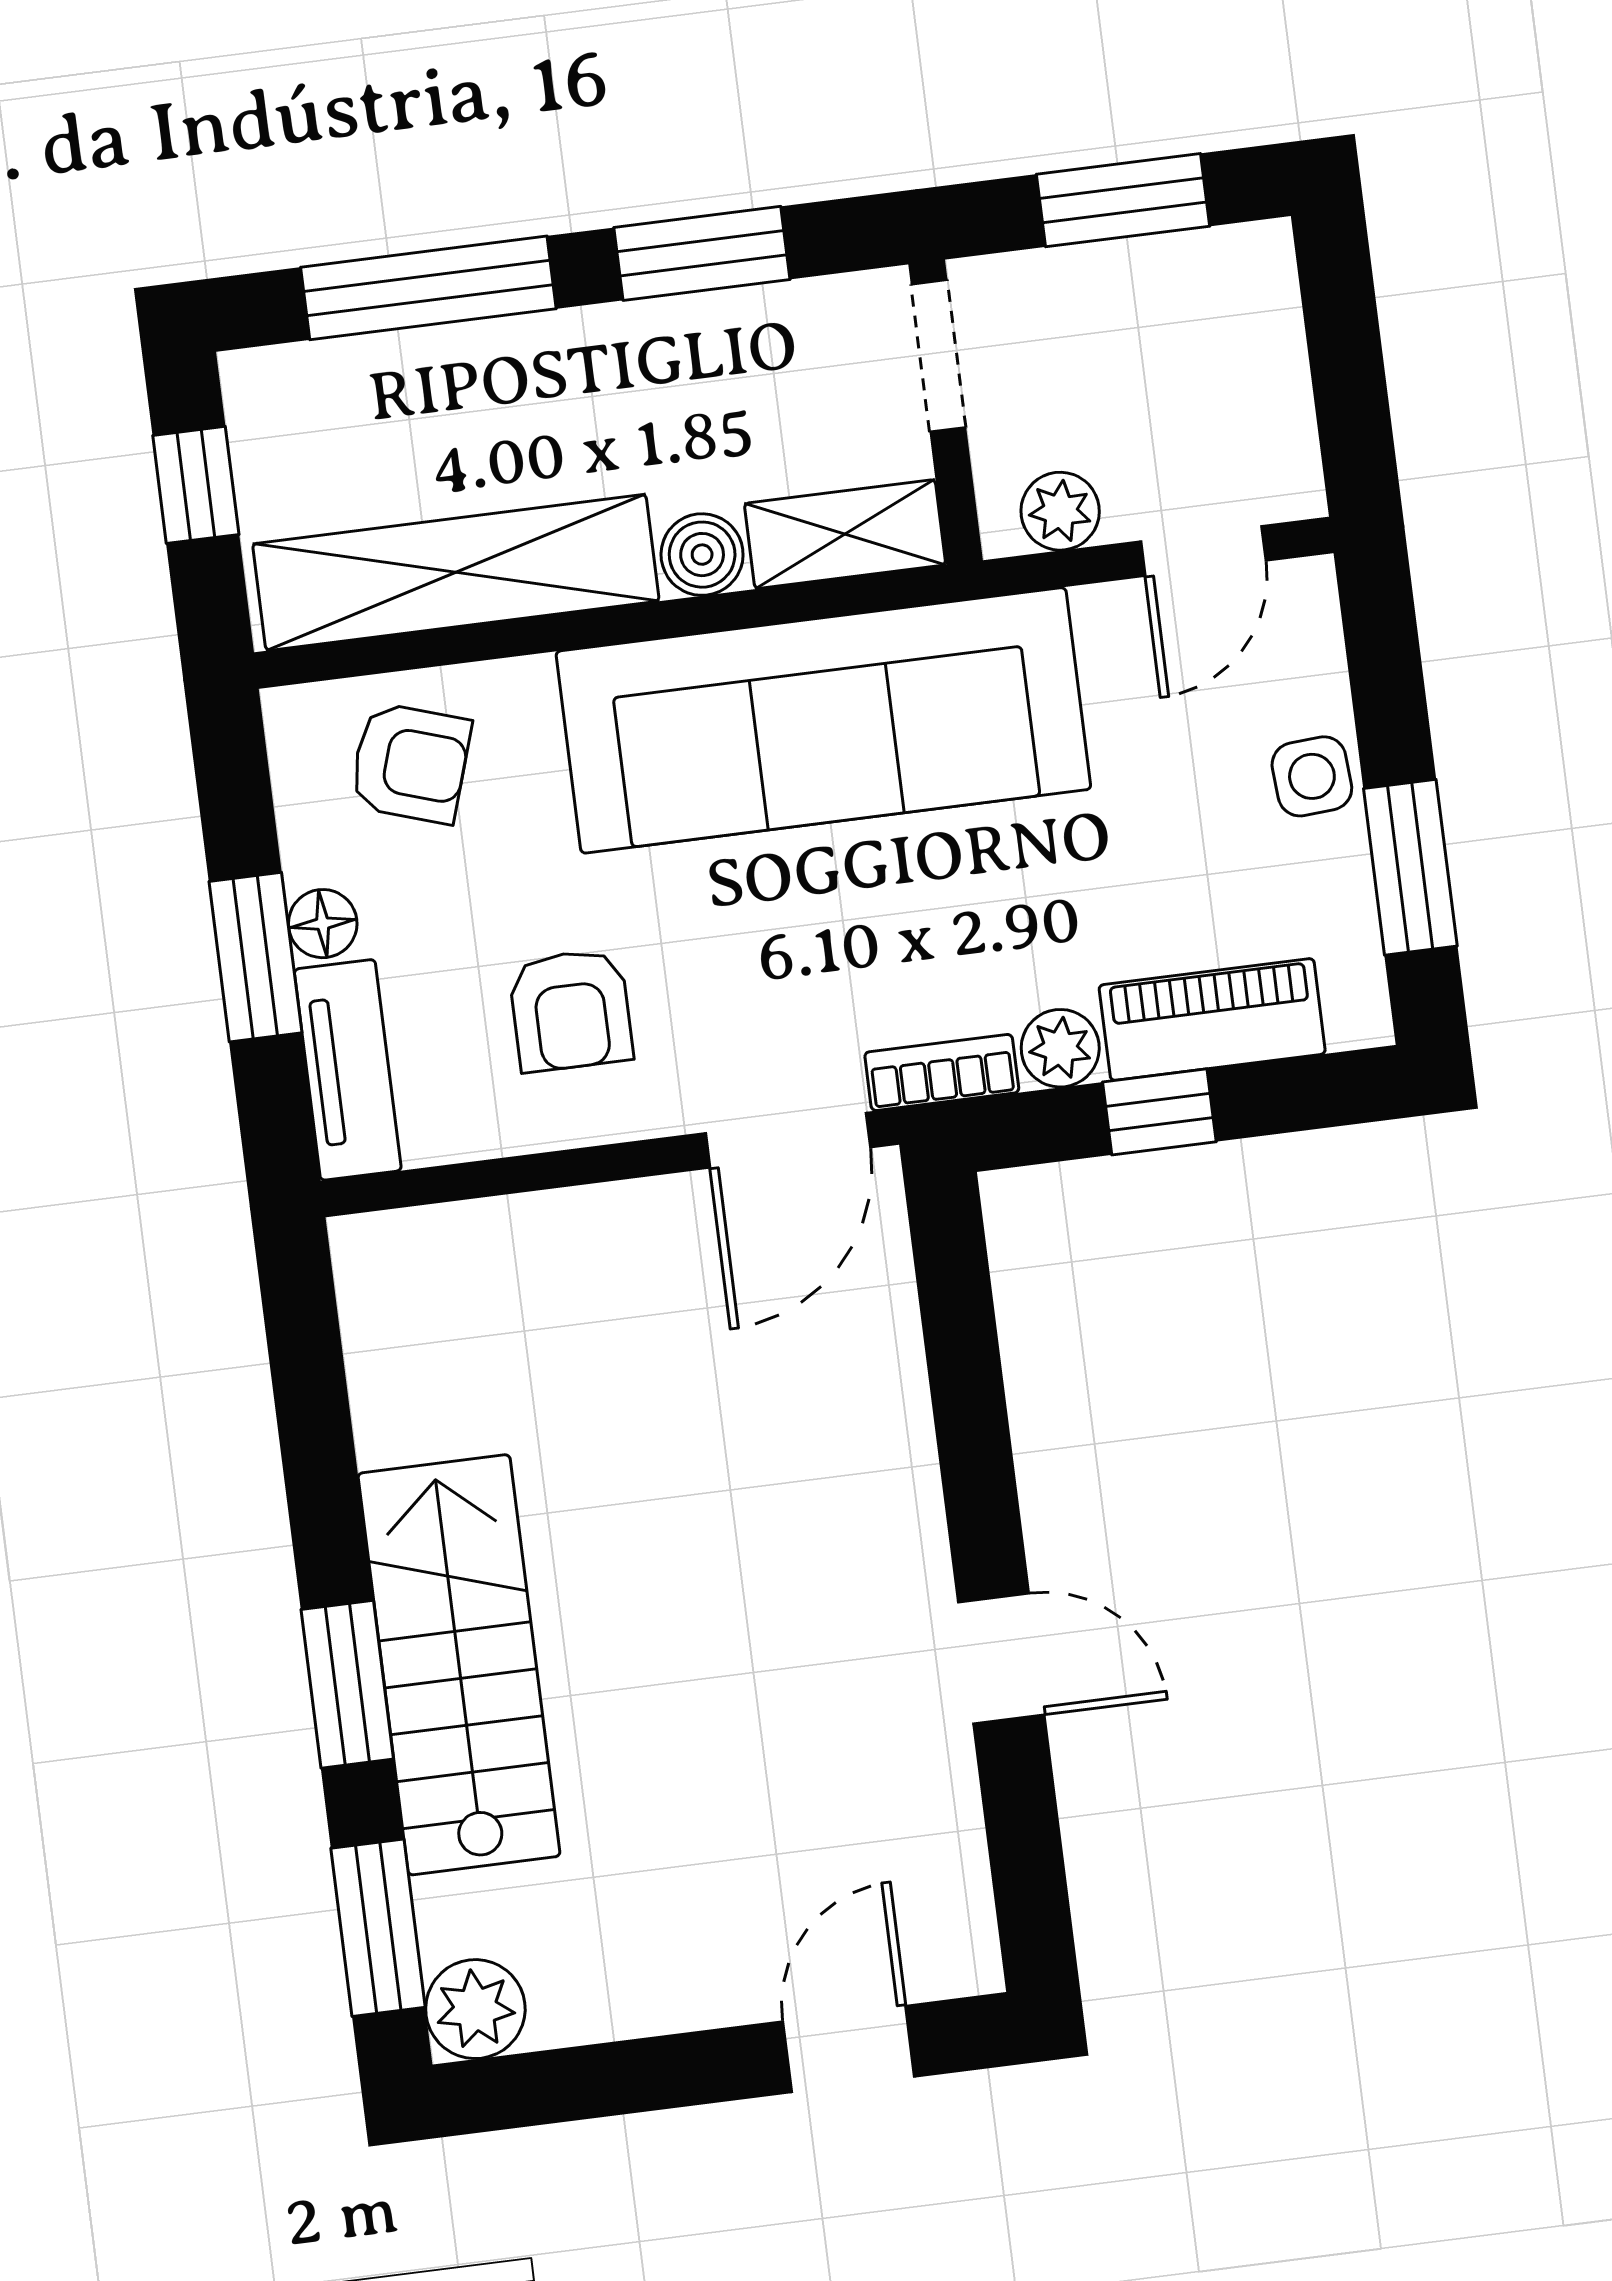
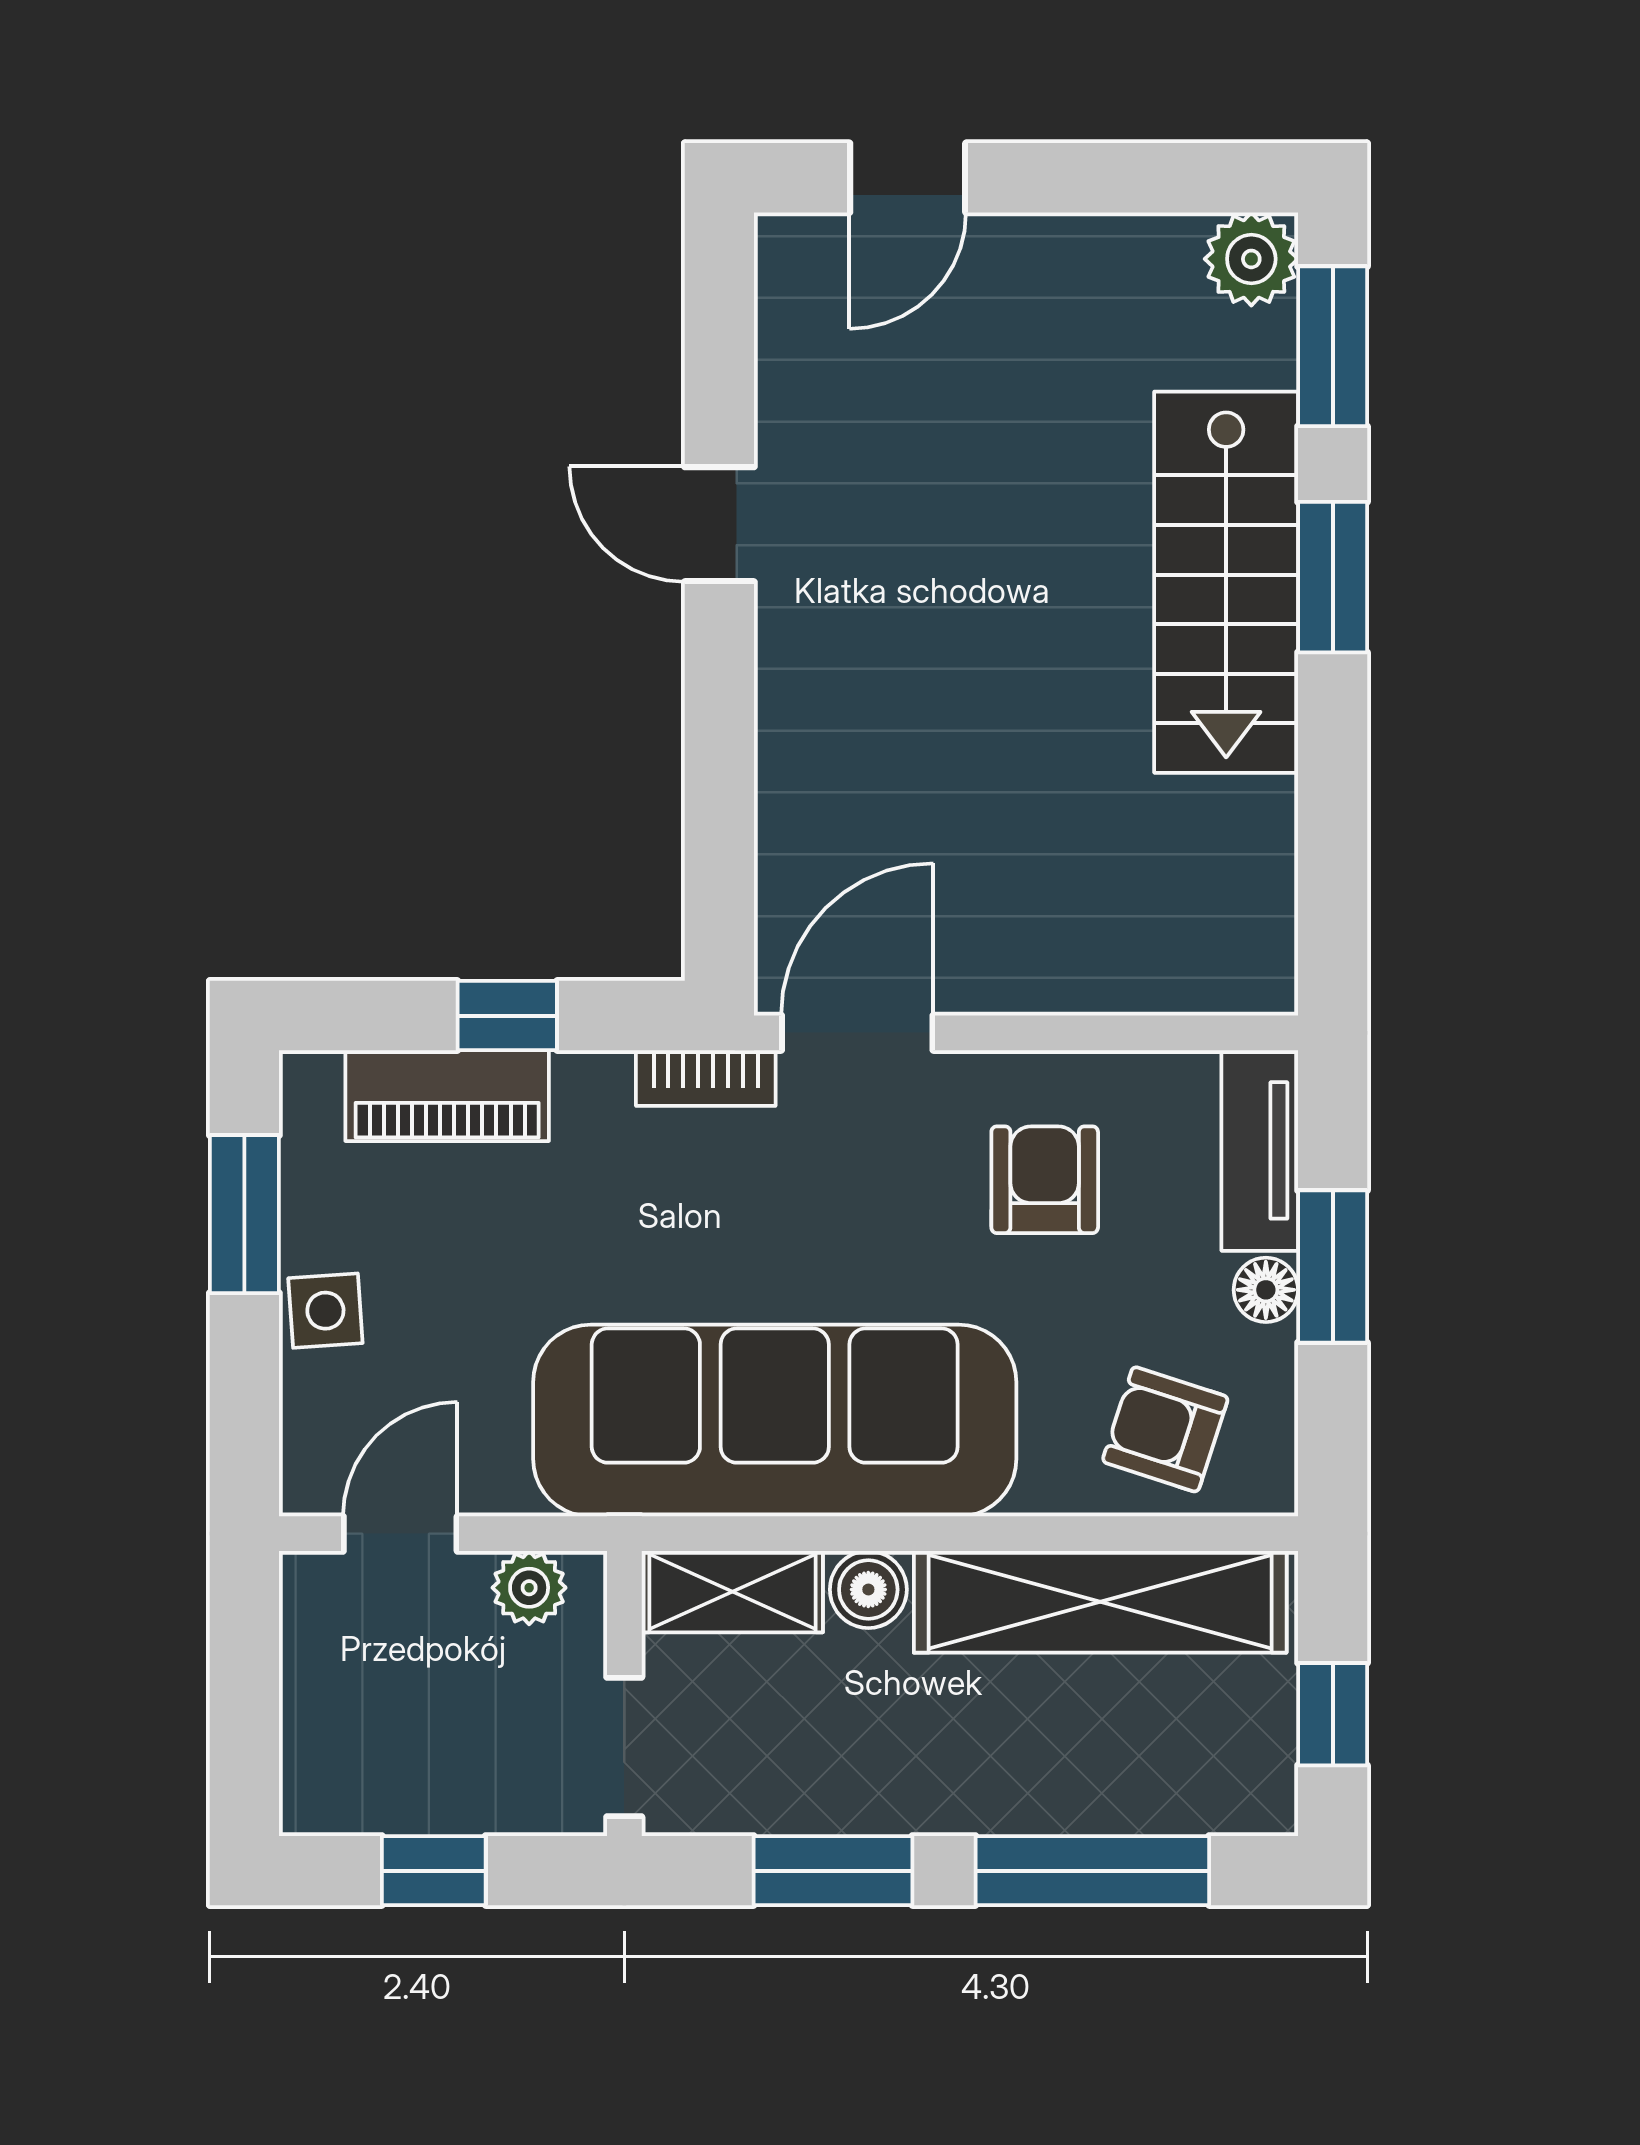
window: (1123, 200) -> (434, 1871), width x0.67
plant: (1060, 1048) -> (592, 1087), removed

